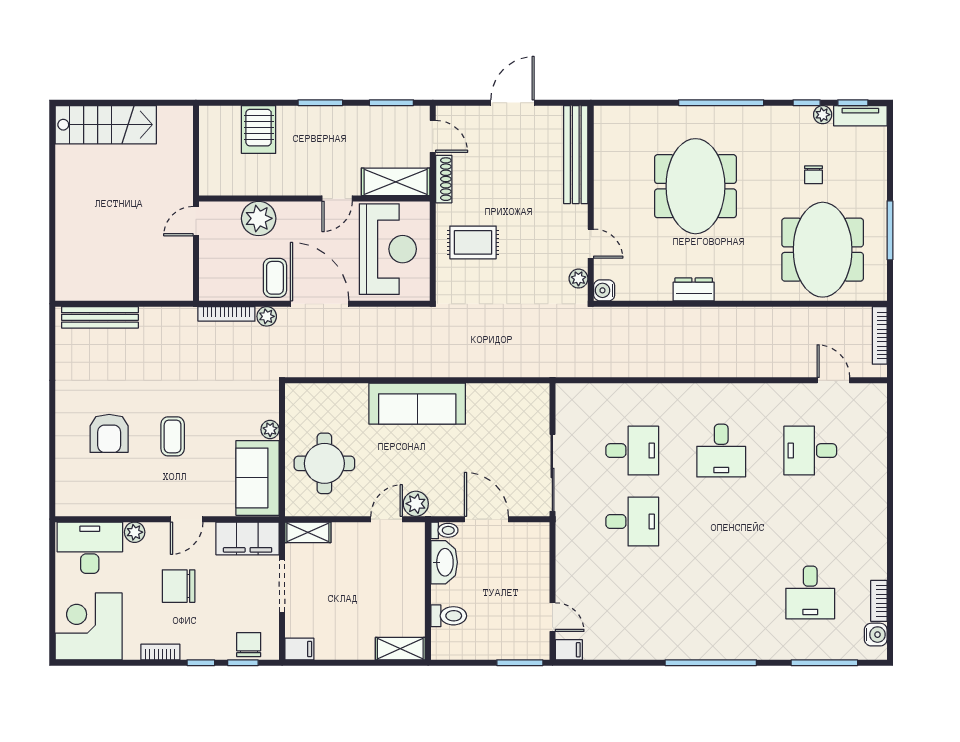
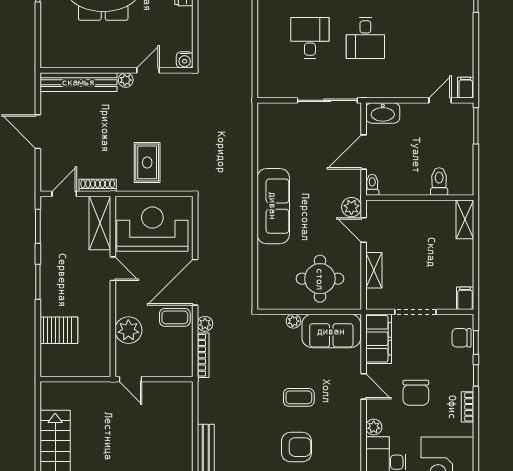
plant: (578, 279) -> (126, 80), moved
desk: (632, 522) -> (365, 38), turned 180
shelving: (308, 532) -> (374, 270), moved
washbasin: (444, 562) -> (383, 113), moved, turned 180

